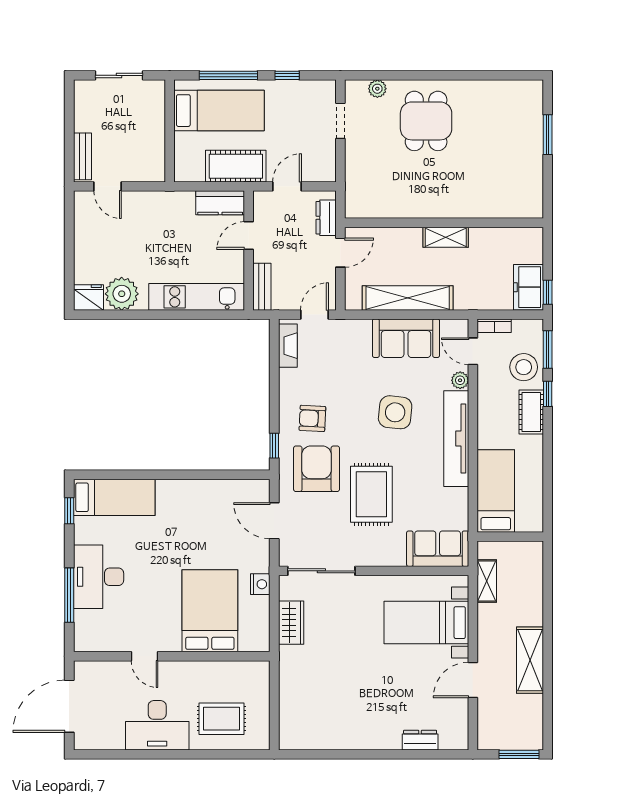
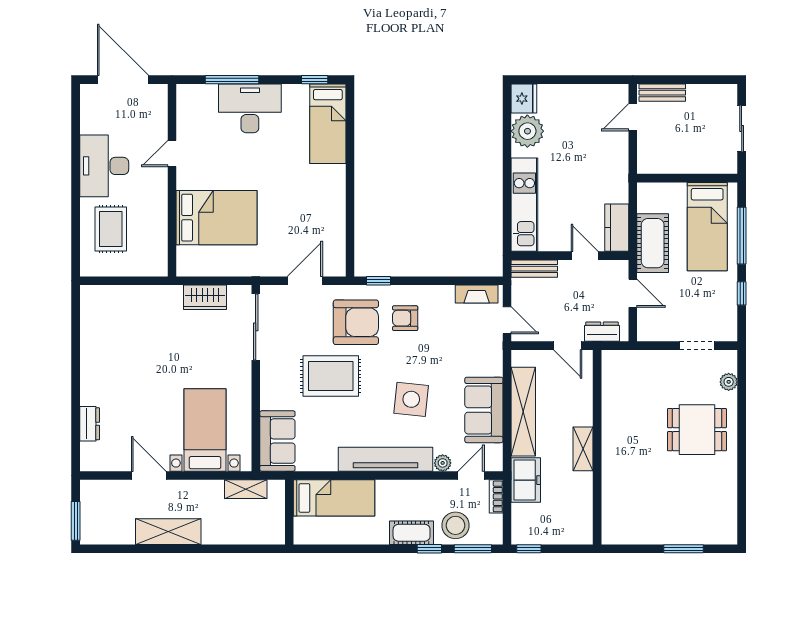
freezer: (528, 287) -> (526, 480), moved, turned 90
armchair: (312, 418) -> (405, 318), turned -93
nightstand: (260, 584) -> (243, 267), removed

